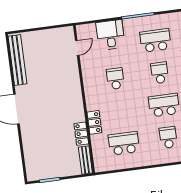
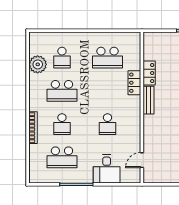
bench: (85, 160) -> (148, 100), moved

